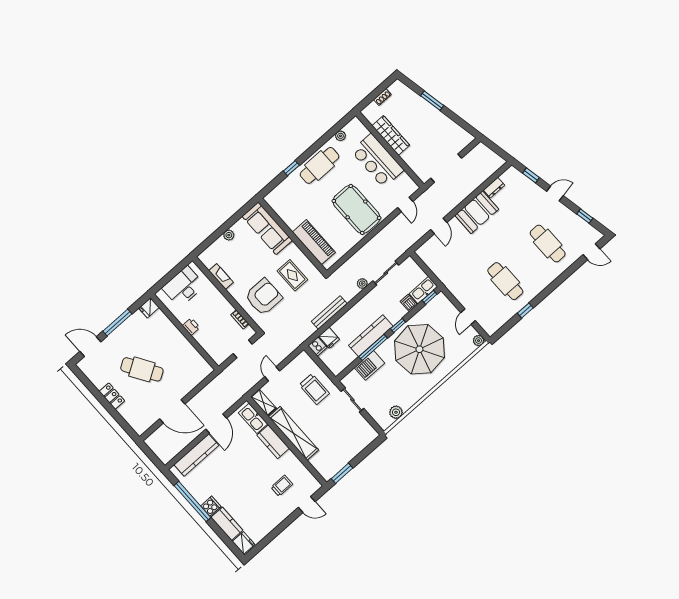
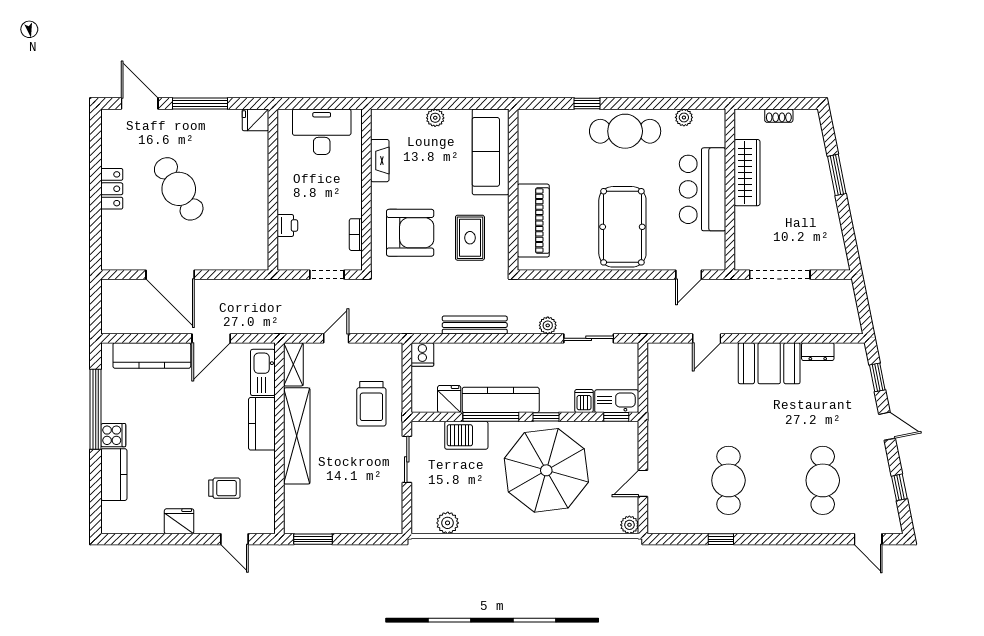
printer: (191, 327) -> (287, 225), moved
fridge: (329, 338) -> (449, 399), moved, turned 180
fridge: (243, 543) -> (179, 521), moved, turned -90

